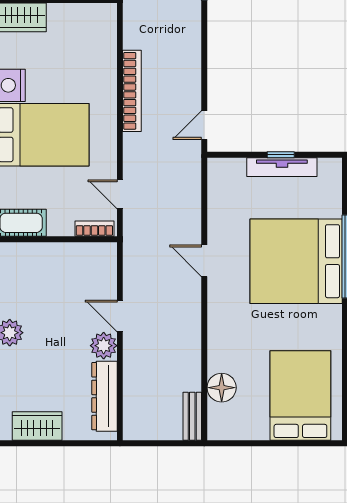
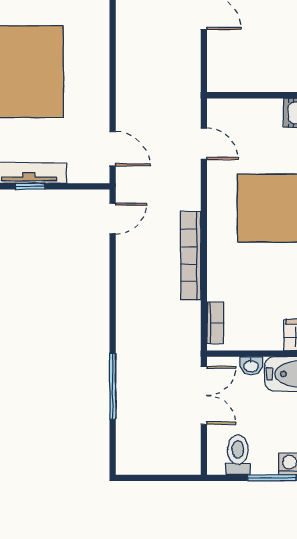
bookcase: (94, 229) -> (215, 323), moved, turned -90
door: (204, 261) -> (113, 149), moved

